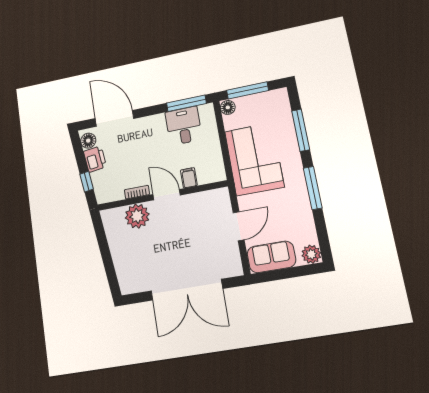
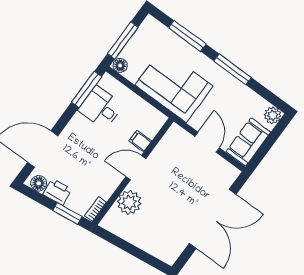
window: (87, 182) -> (67, 214), width x1.50
bookcase: (137, 192) -> (96, 209), moved

